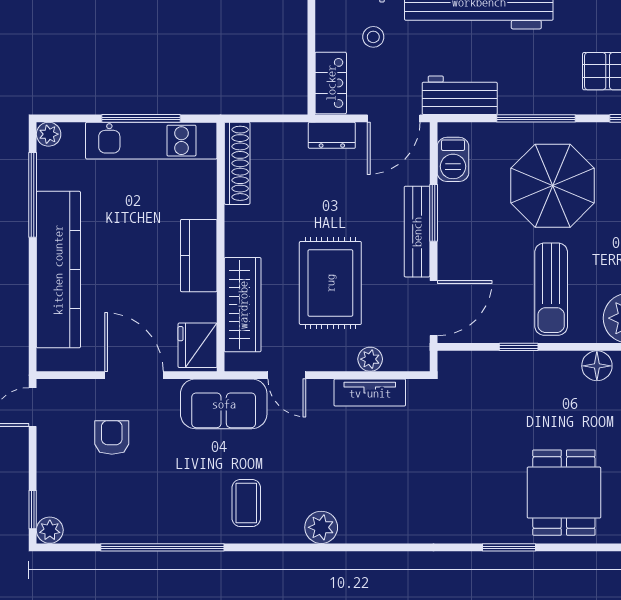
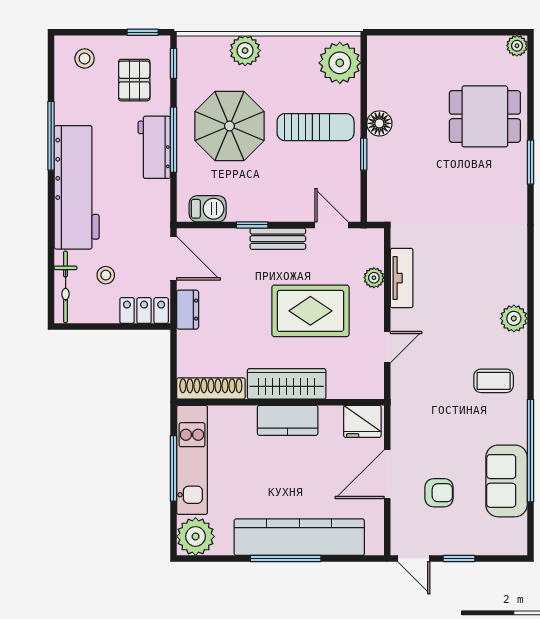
workbench: (460, 95) -> (154, 147), moved
plant: (49, 134) -> (196, 536), width x1.88, depth x1.88
window: (33, 195) -> (286, 558), moved
window: (434, 213) -> (252, 225), width x0.67
bench: (417, 232) -> (278, 239), width x0.73
wardrobe: (243, 305) -> (287, 384), moved
door: (434, 308) -> (331, 225), width x0.73
floor lamp: (597, 366) -> (379, 123), moved
sofa: (224, 404) -> (507, 481), moved, turned 180
armchair: (112, 437) -> (439, 493), turned 180
window: (33, 510) -> (459, 558), moved
plant: (50, 530) -> (516, 544), removed

